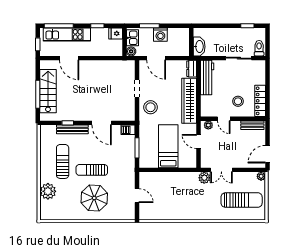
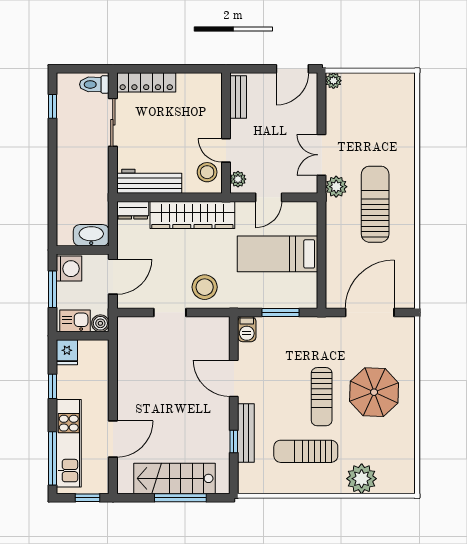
wall: (191, 42) -> (83, 250), moved
washbasin: (199, 47) -> (91, 235), moved
stool: (238, 101) -> (207, 172), moved
locker: (260, 101) -> (146, 82), moved
door: (224, 119) -> (226, 150), swing flipped
door: (102, 123) -> (234, 378), swing flipped
door: (268, 154) -> (292, 69), hinge flipped
double door: (221, 170) -> (322, 155), swing flipped
door: (137, 196) -> (370, 312), width x1.87
sun lounger: (242, 200) -> (375, 204), moved

